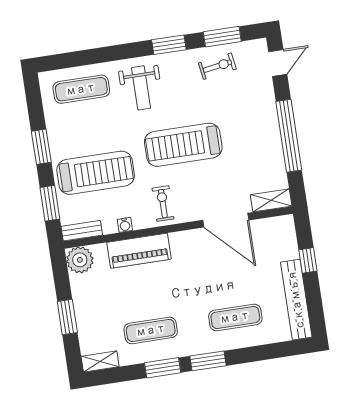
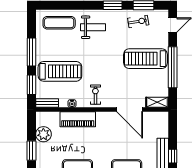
weight bench: (141, 88) -> (93, 27), turned -90
treadmill: (183, 145) -> (145, 59), moved
window: (41, 147) -> (31, 52), width x1.44
plant: (80, 260) -> (43, 134), moved
window: (308, 260) -> (173, 156), moved

